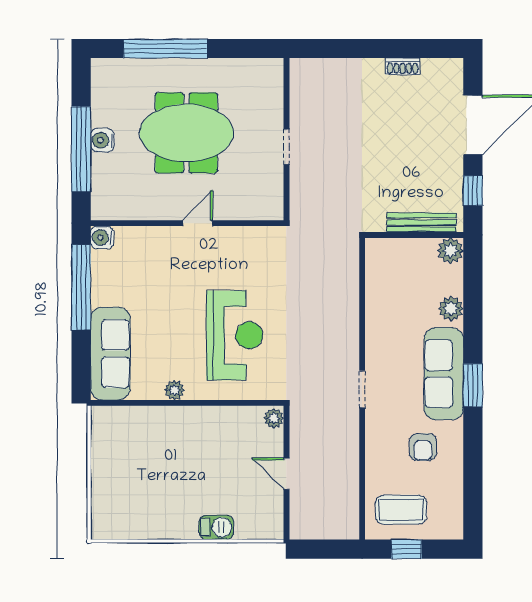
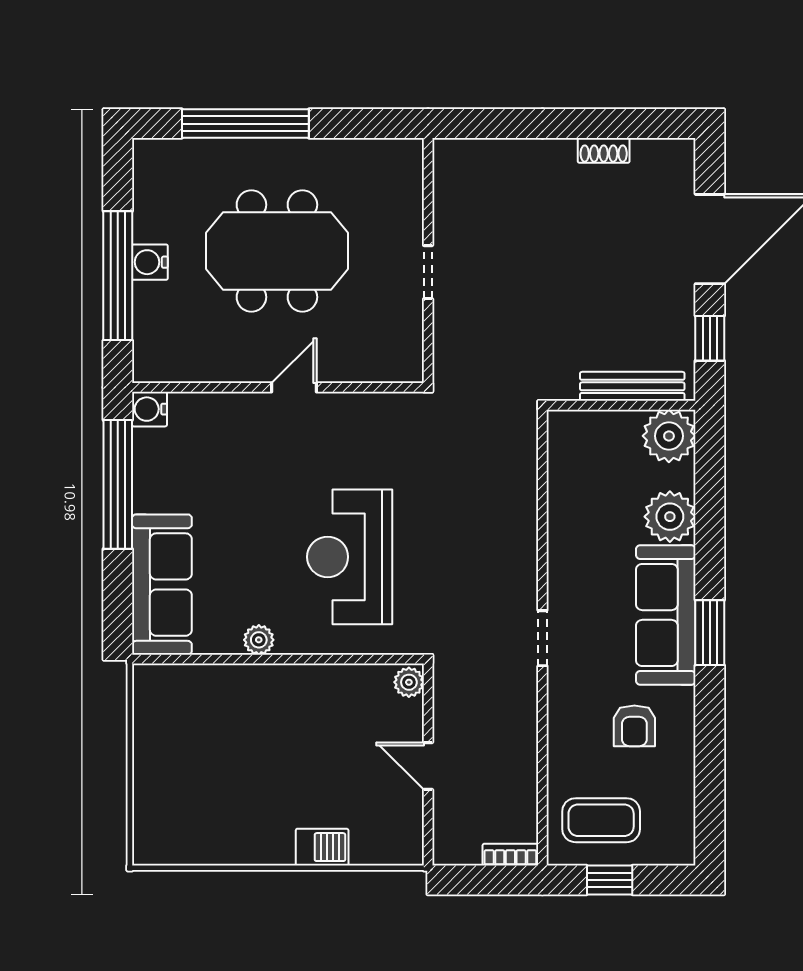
plant: (451, 251) -> (669, 436), width x1.36, depth x1.36
plant: (451, 309) -> (670, 517), width x1.36, depth x1.36
reception desk: (235, 335) -> (350, 557), turned 180
bookcase: (341, 532) -> (510, 855), added

